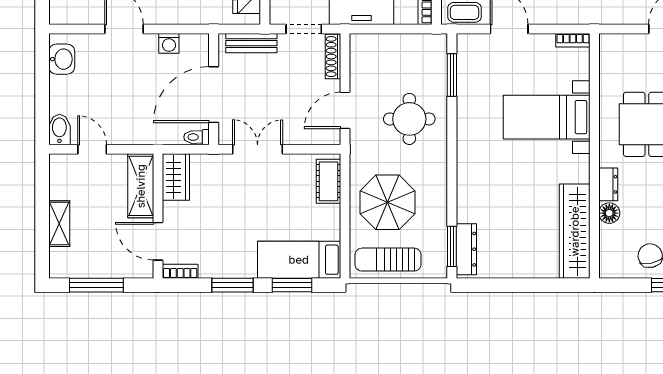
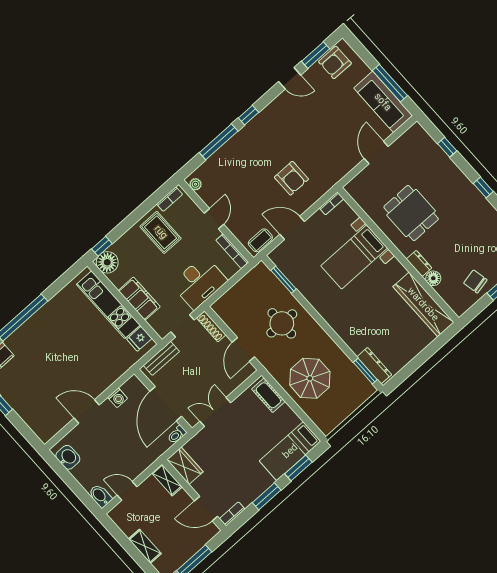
shelving: (141, 186) -> (167, 480), width x0.67, depth x0.75
sun lounger: (388, 260) -> (337, 409), removed

